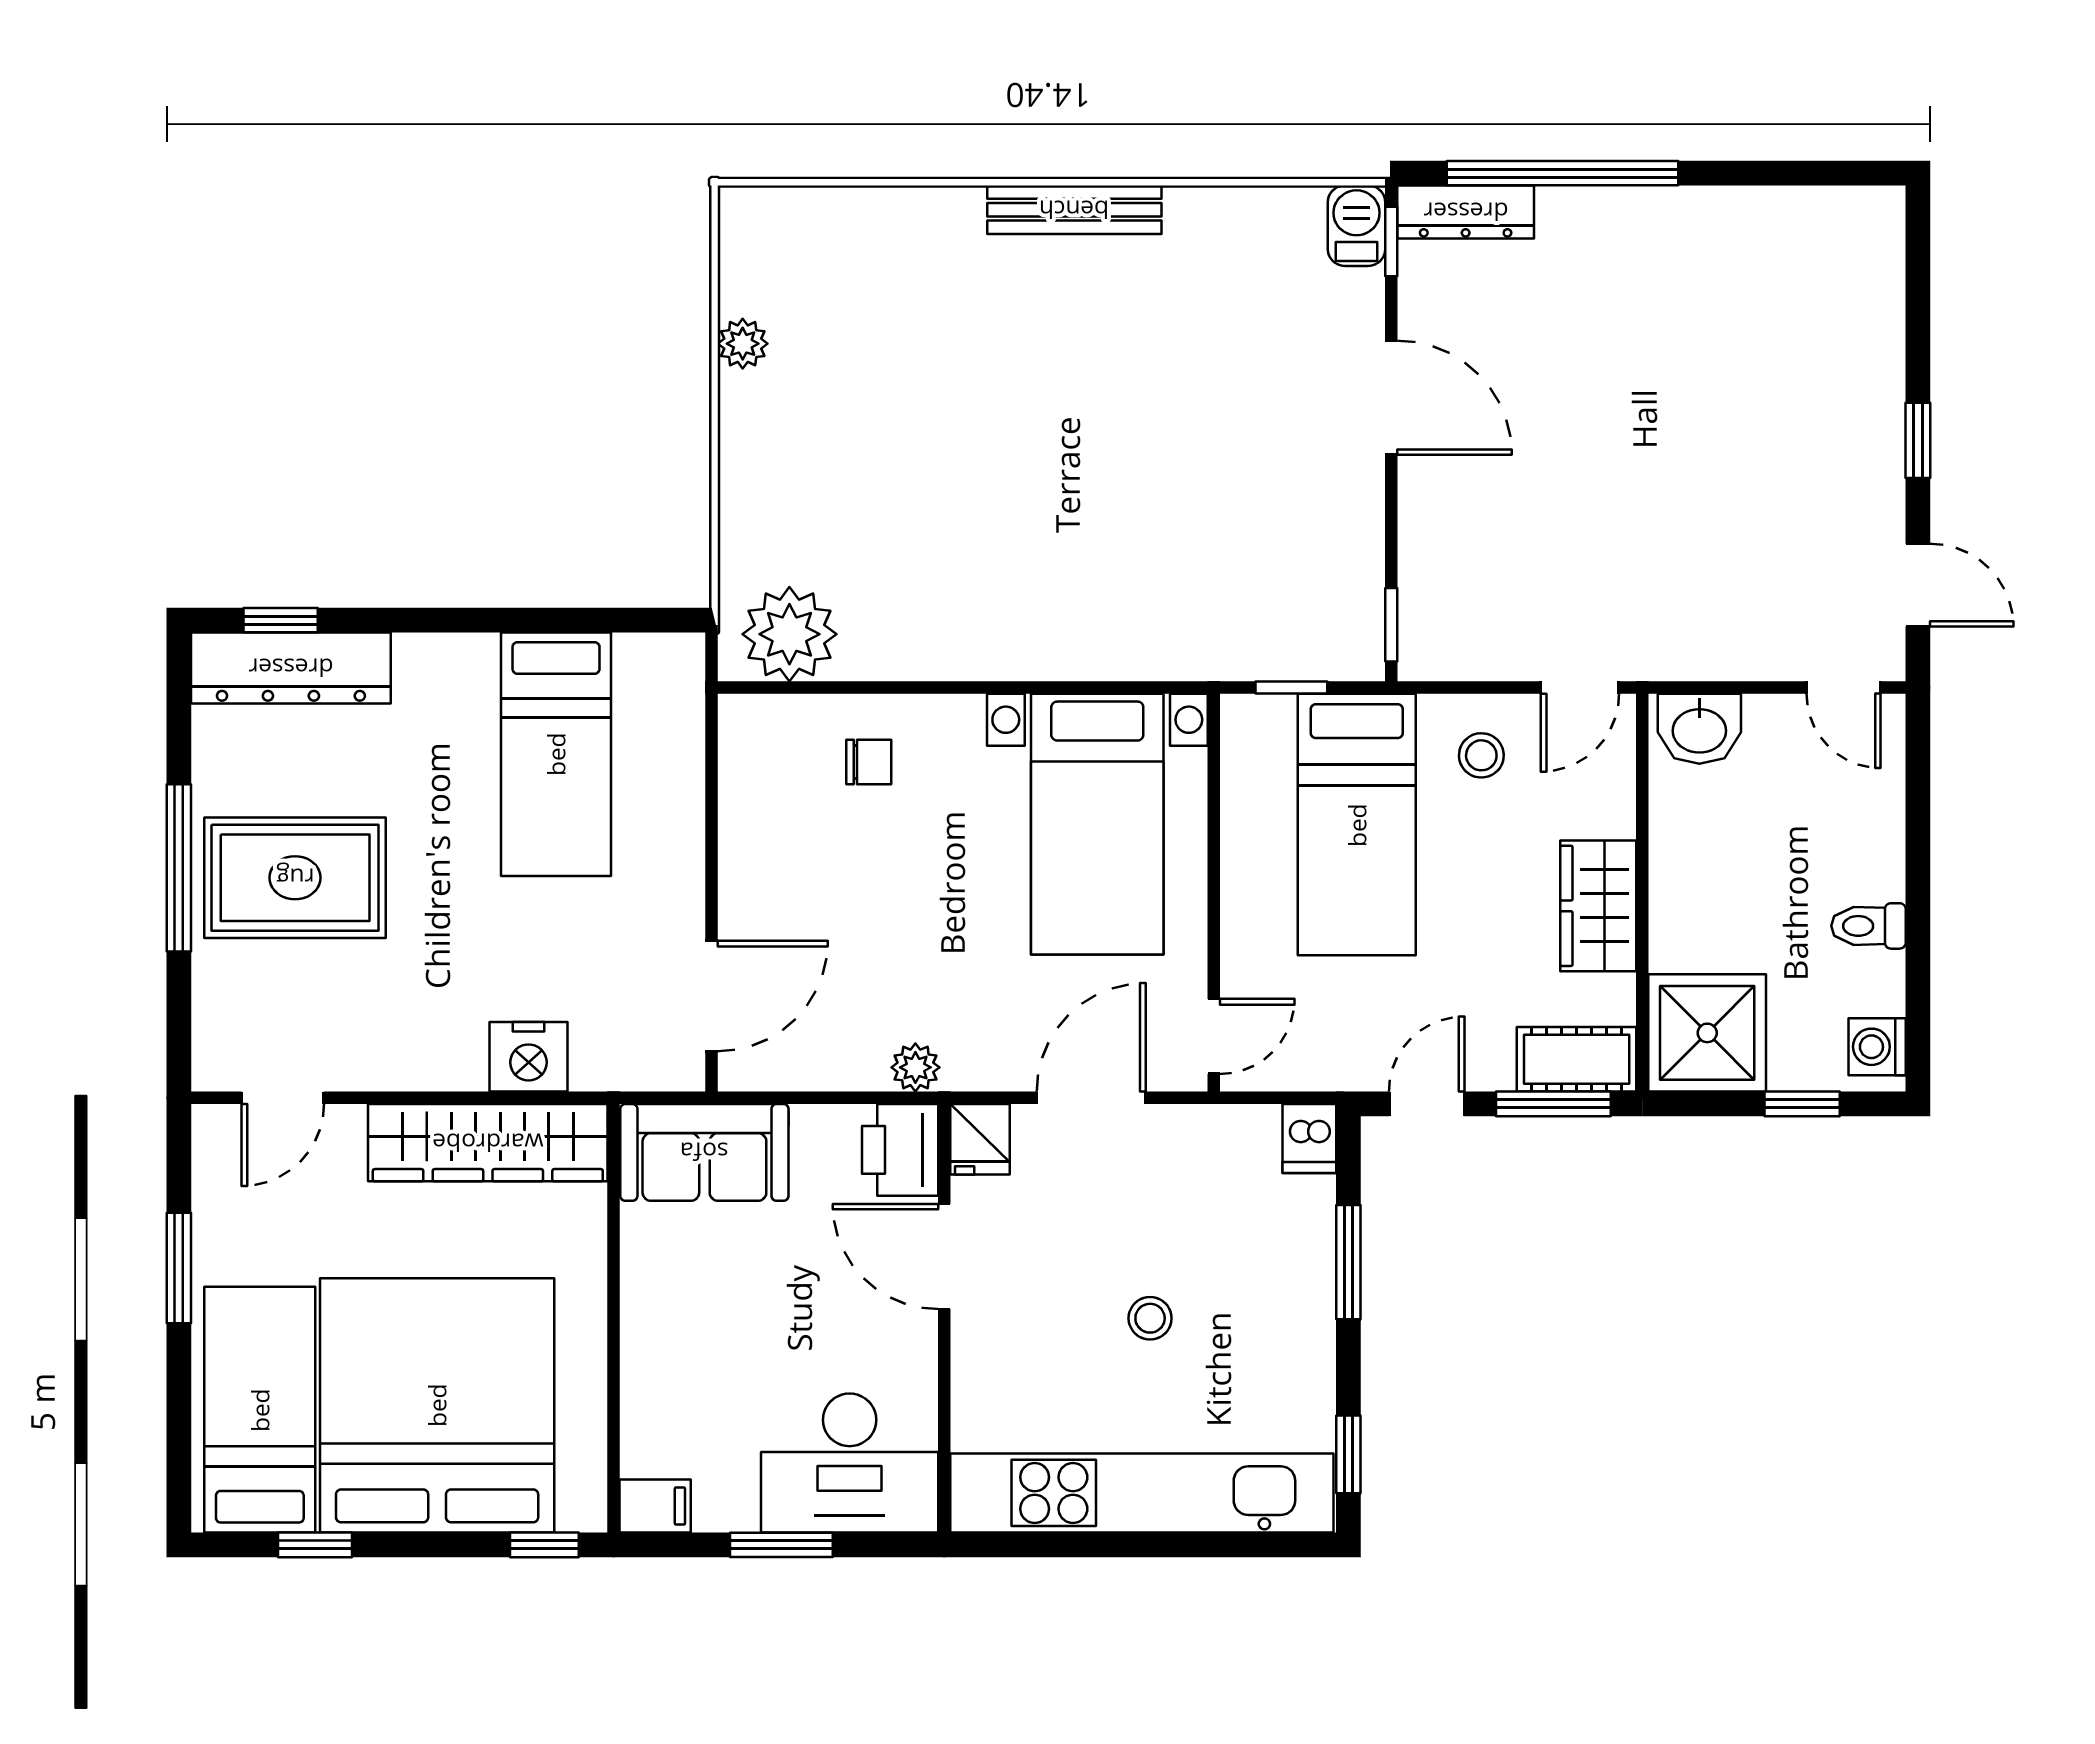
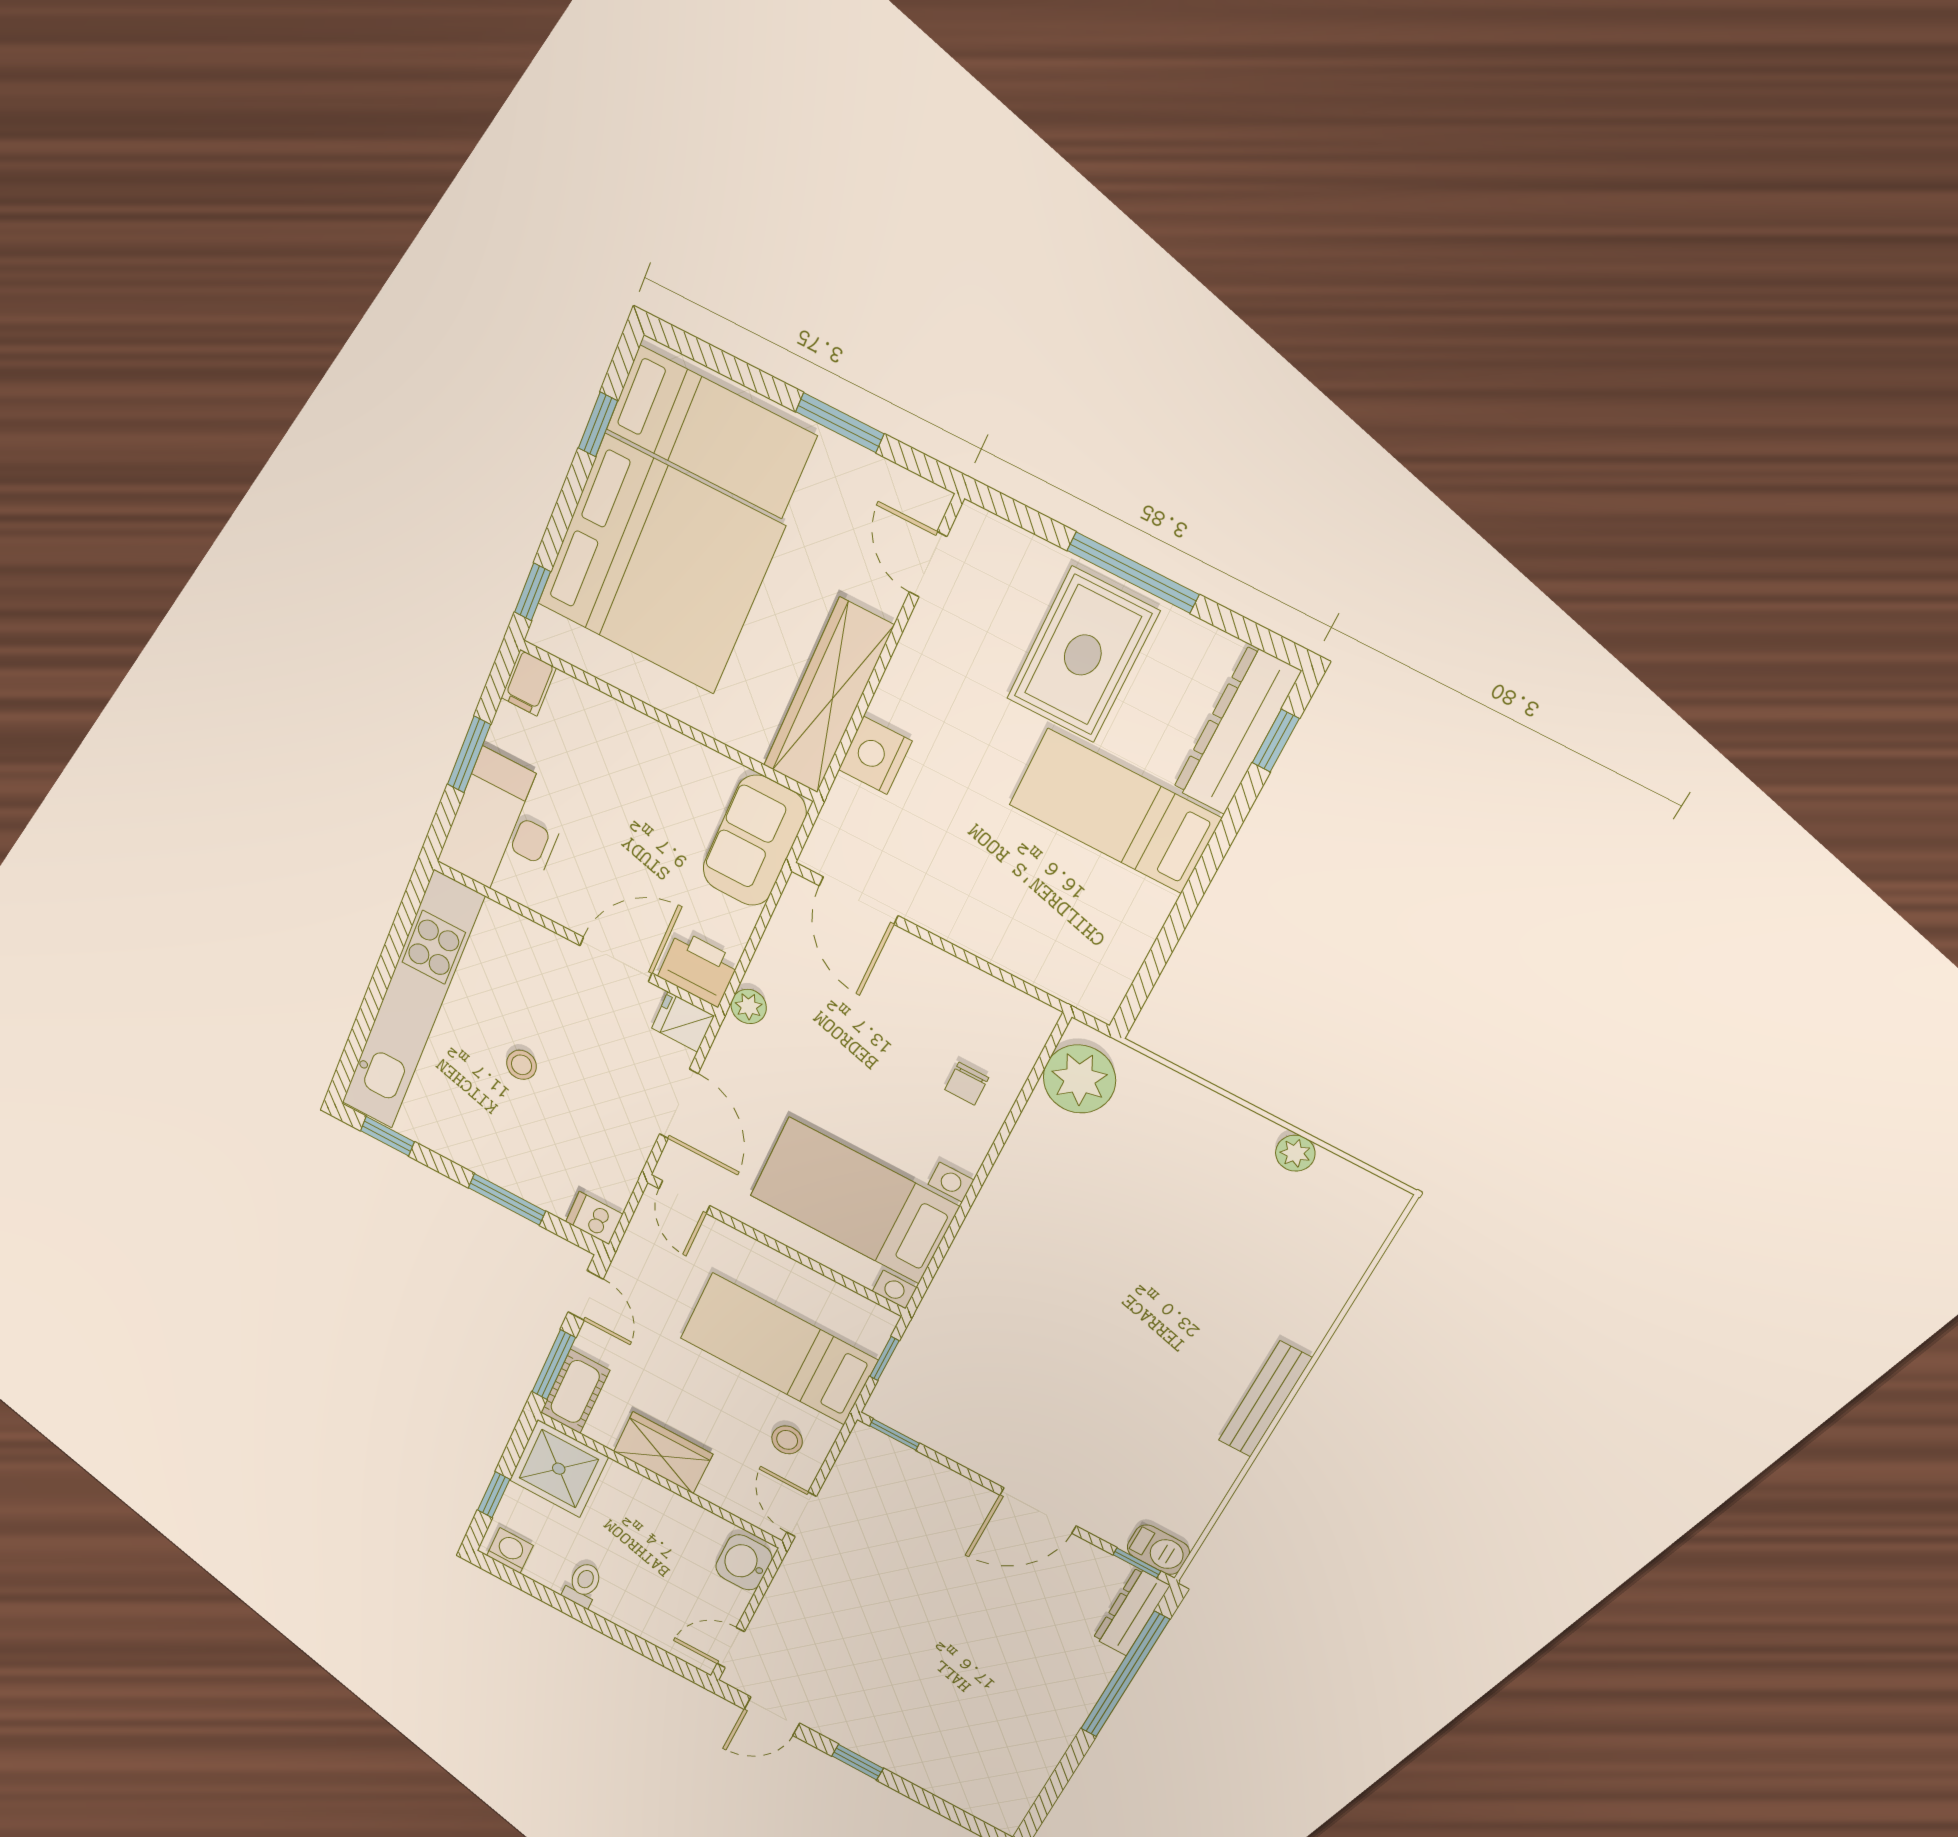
bed: (556, 754) -> (1115, 811), moved

